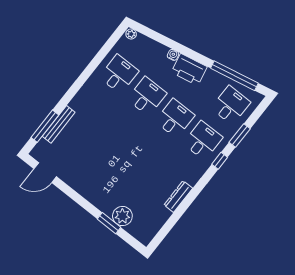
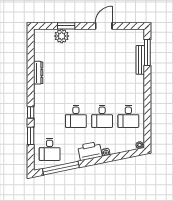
desk: (203, 140) -> (50, 116), removed
door: (45, 173) -> (104, 26), moved

